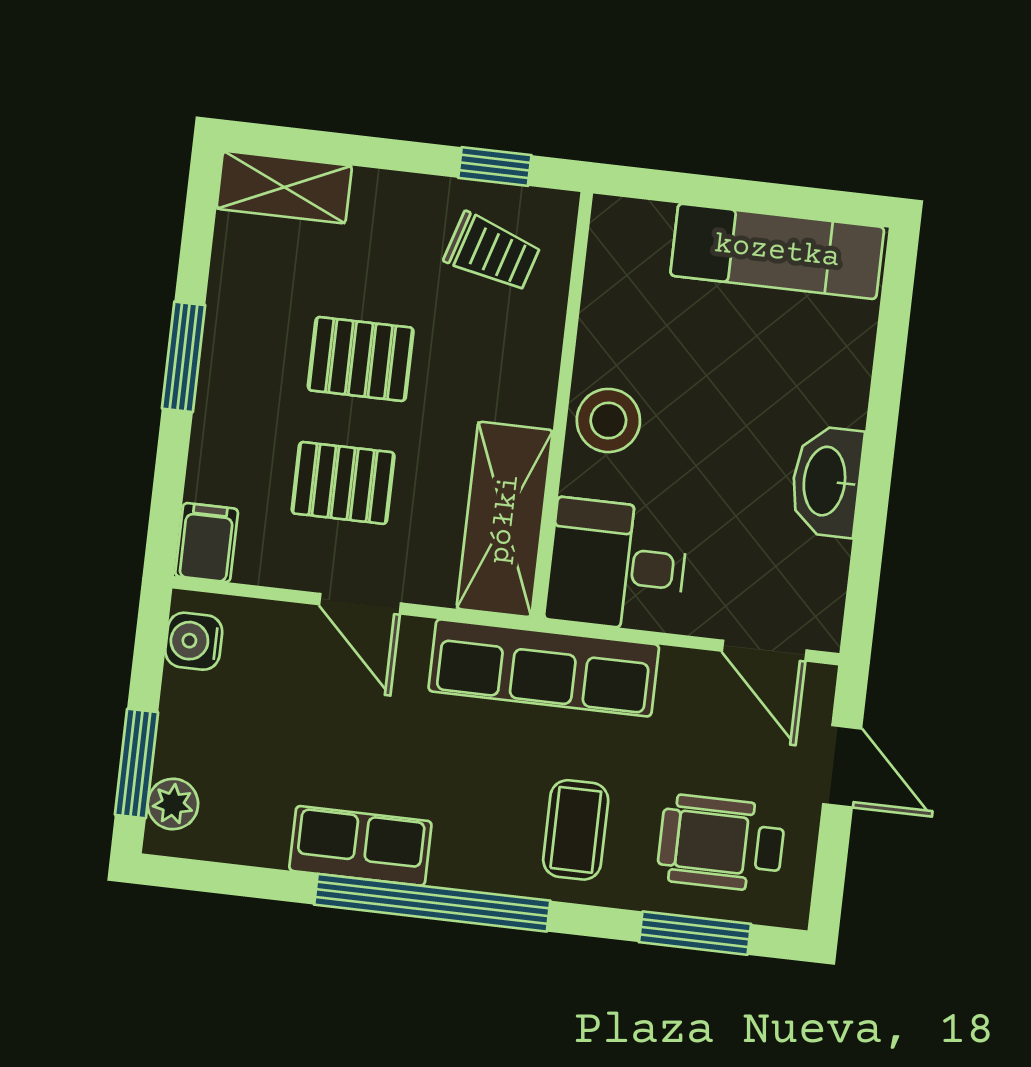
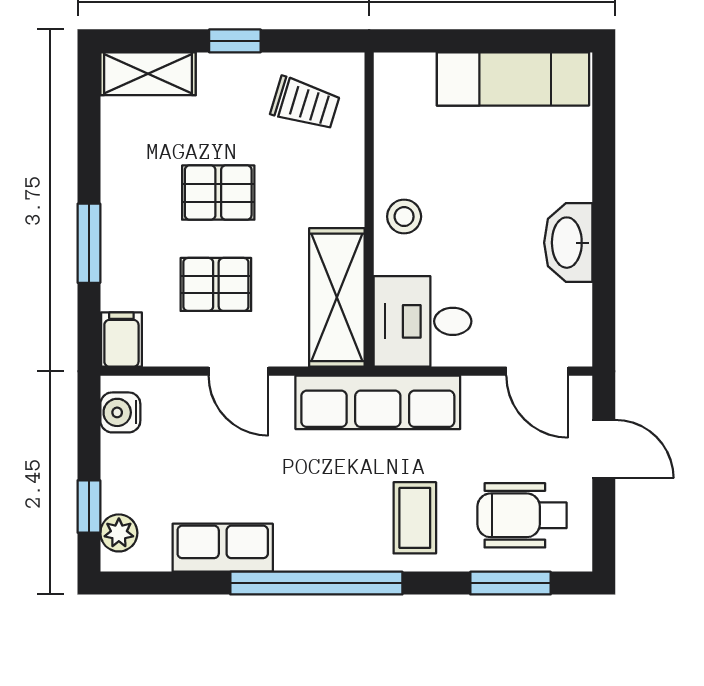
window: (495, 166) -> (235, 41), moved
window: (184, 357) -> (89, 243), moved
stool: (608, 420) -> (404, 217), width x0.73, depth x0.73
window: (137, 763) -> (89, 506), width x0.67
row of seats: (360, 846) -> (223, 548), moved

